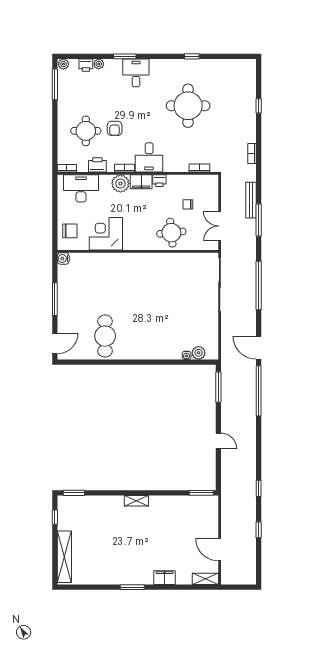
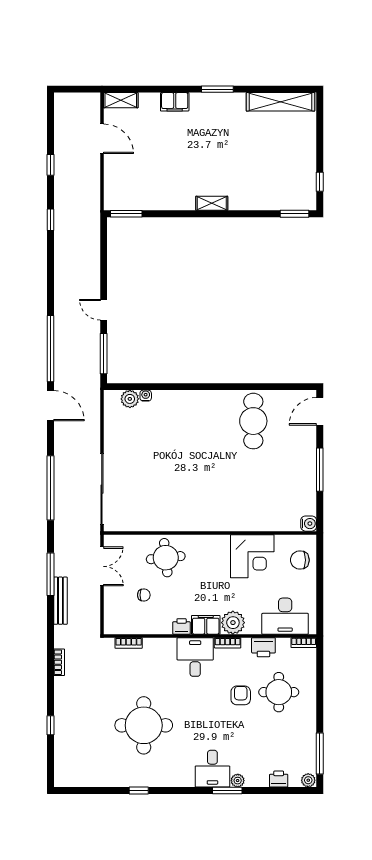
plant: (99, 64) -> (238, 781), moved
door: (218, 441) -> (104, 310), moved
shelving: (64, 557) -> (280, 102), moved, turned 90

